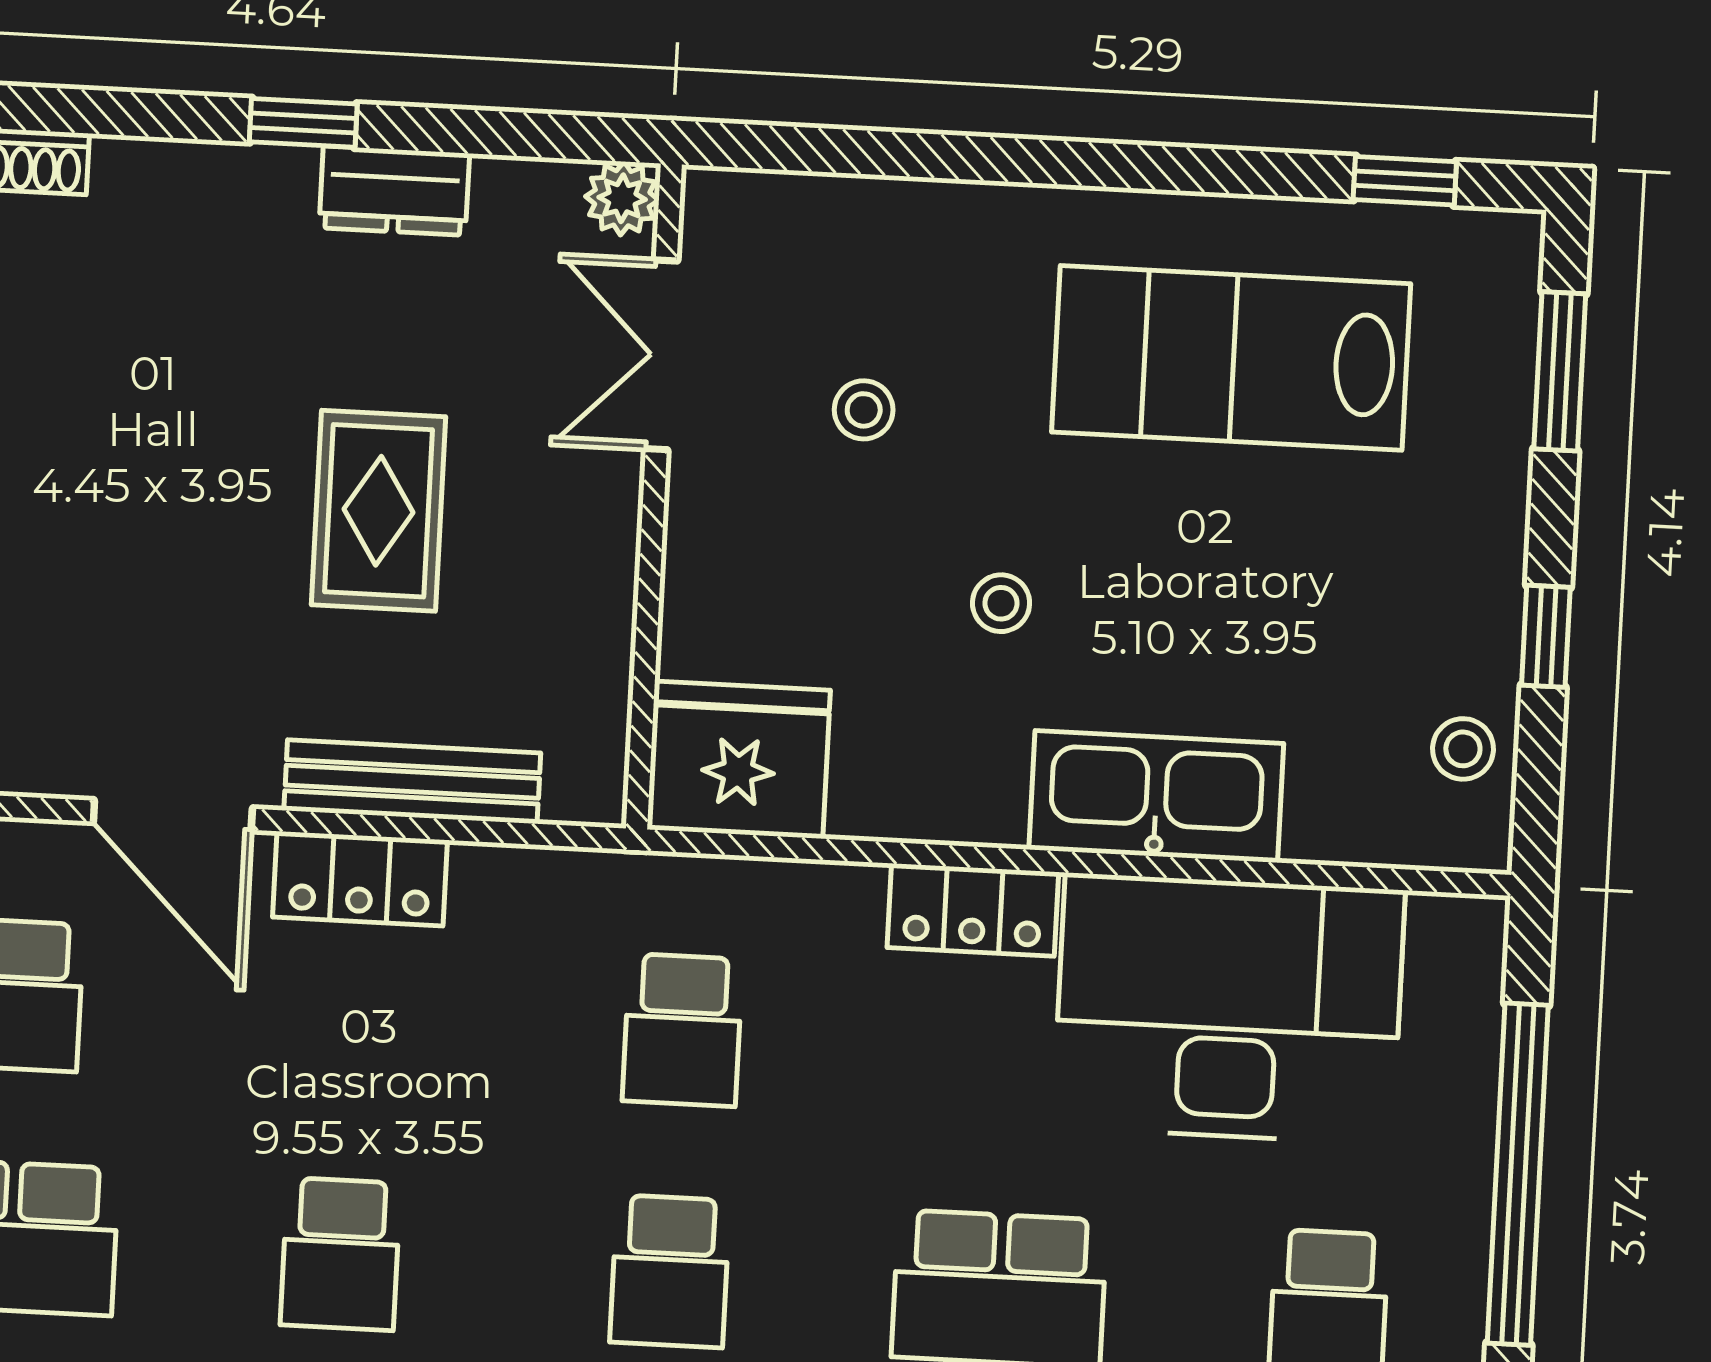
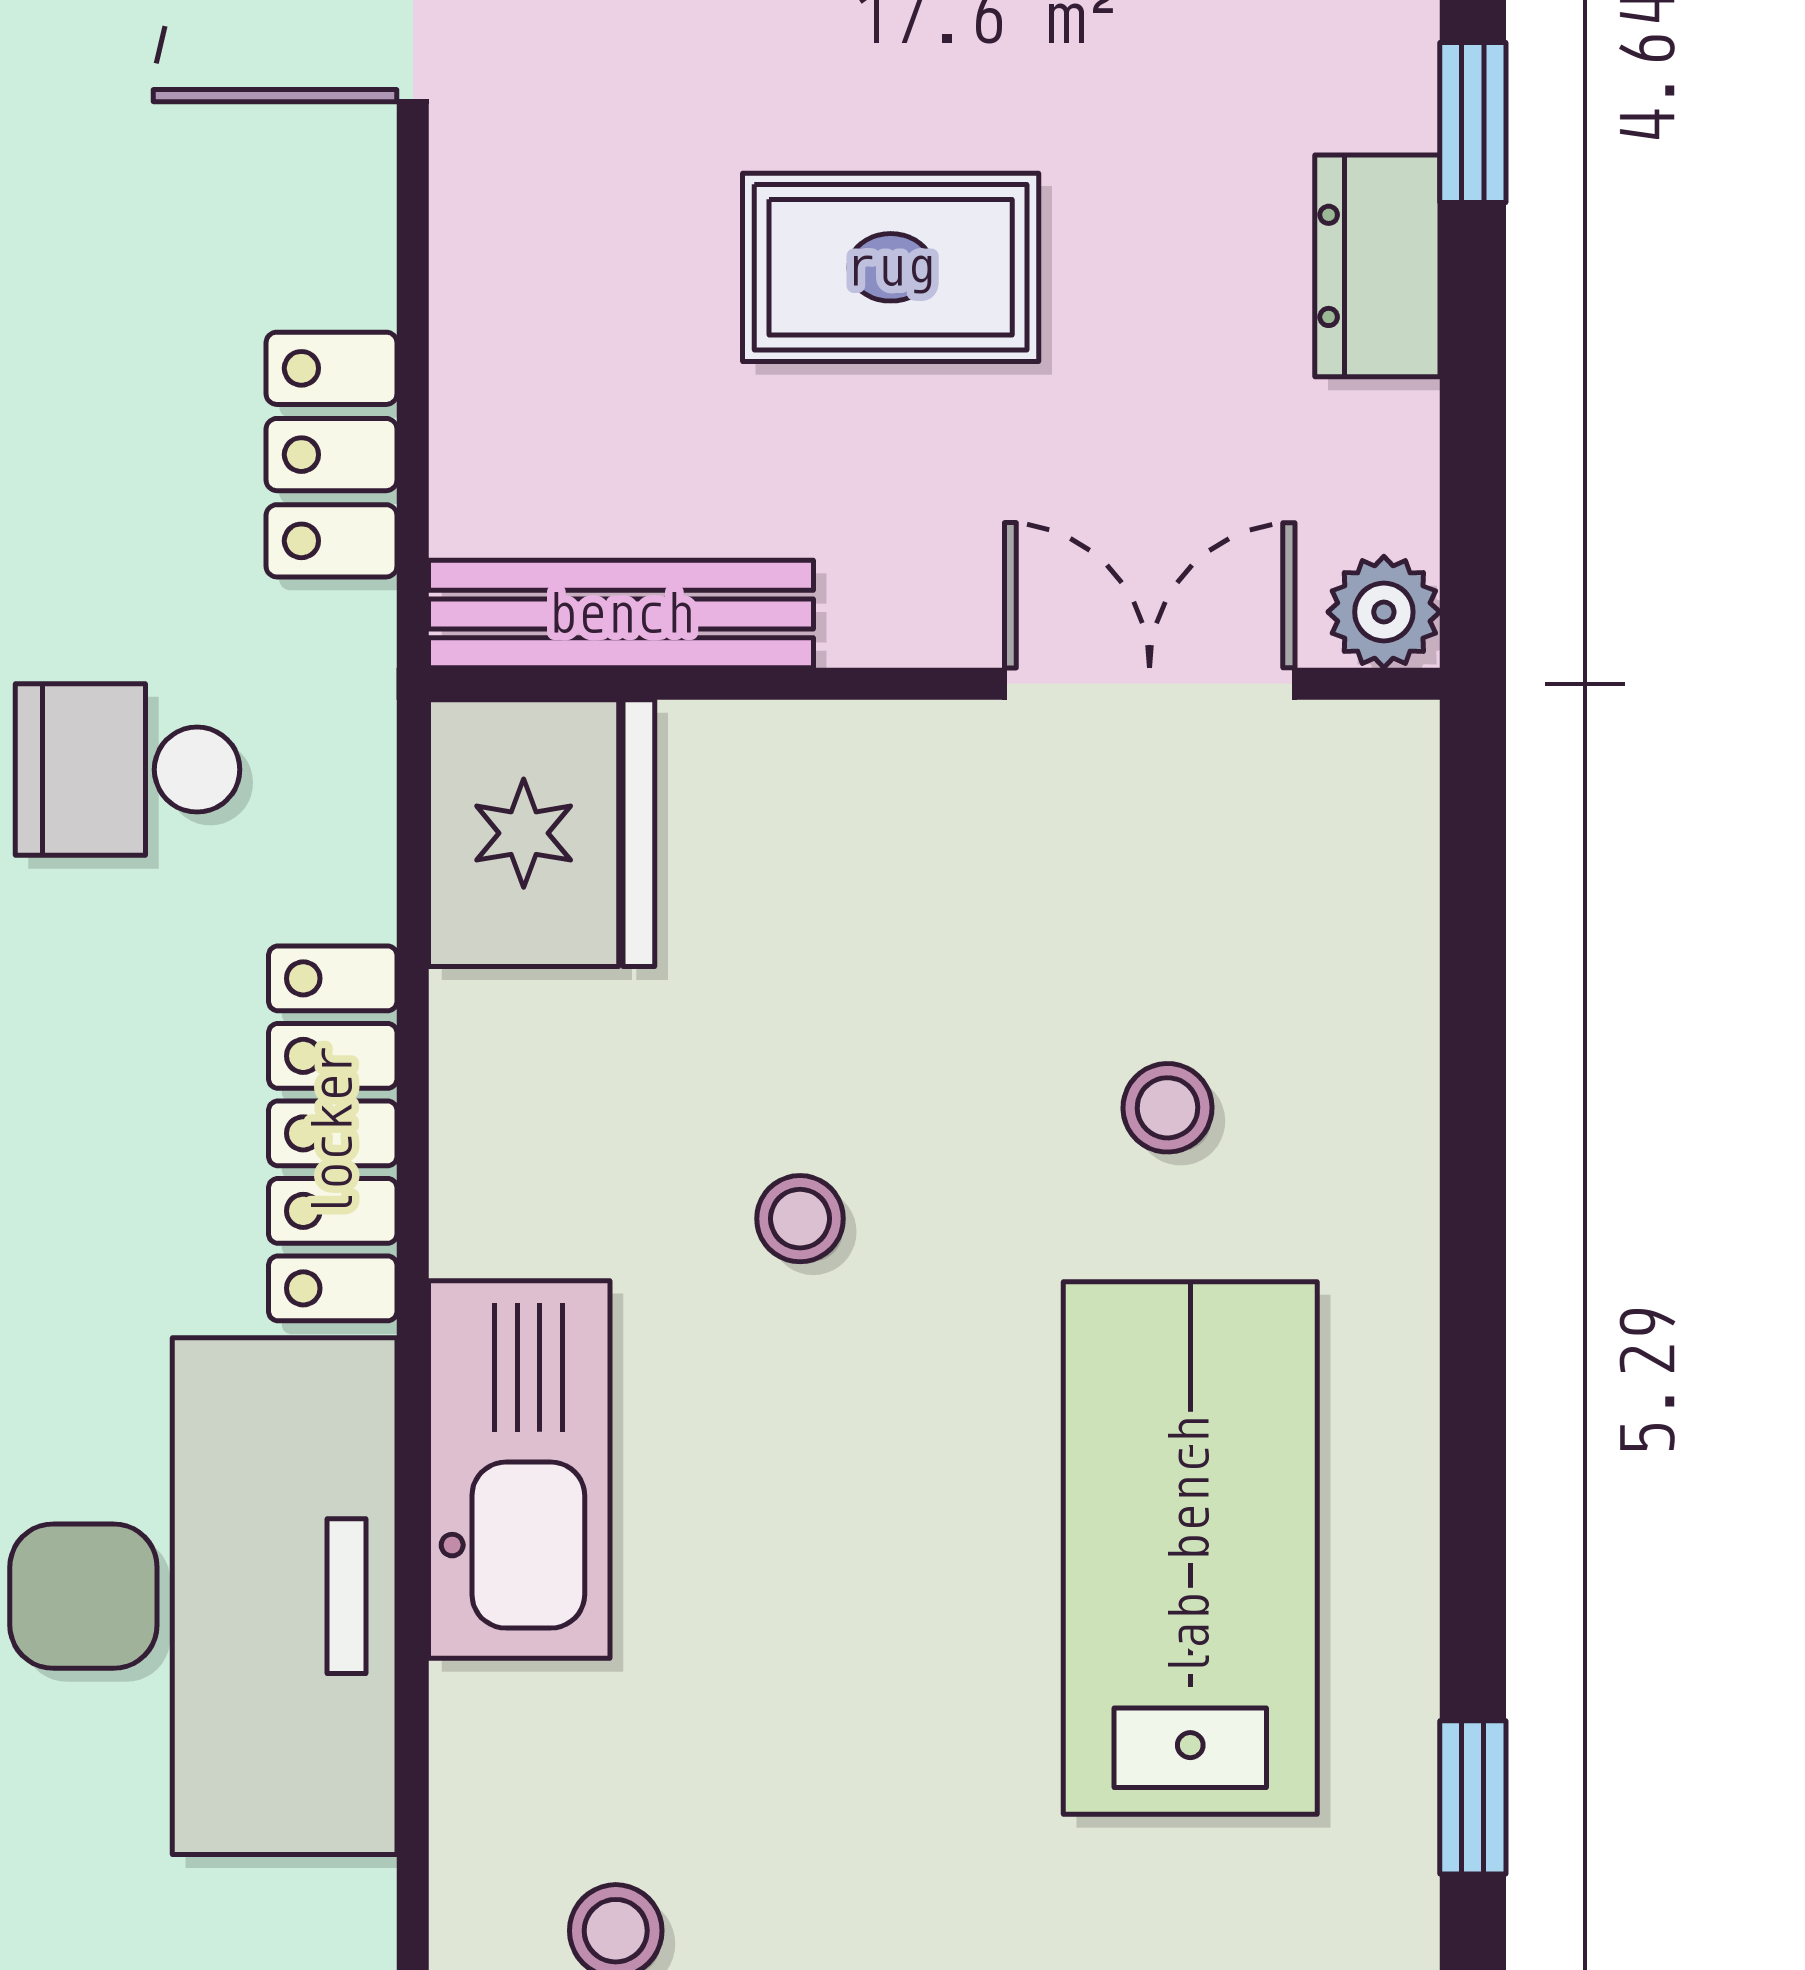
stool: (864, 410) -> (1168, 1108), moved
bench: (412, 782) -> (621, 614), moved, turned 90
locker: (360, 879) -> (332, 455), moved
locker: (973, 910) -> (333, 1133), width x1.53

